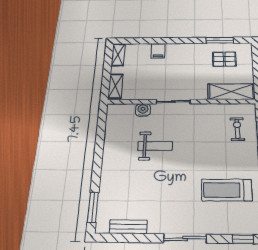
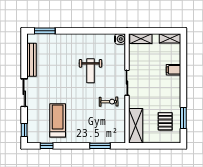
water cooler: (143, 110) -> (120, 39), moved
exercise bike: (237, 129) -> (109, 102), moved
bench: (128, 227) -> (32, 60), width x1.36

